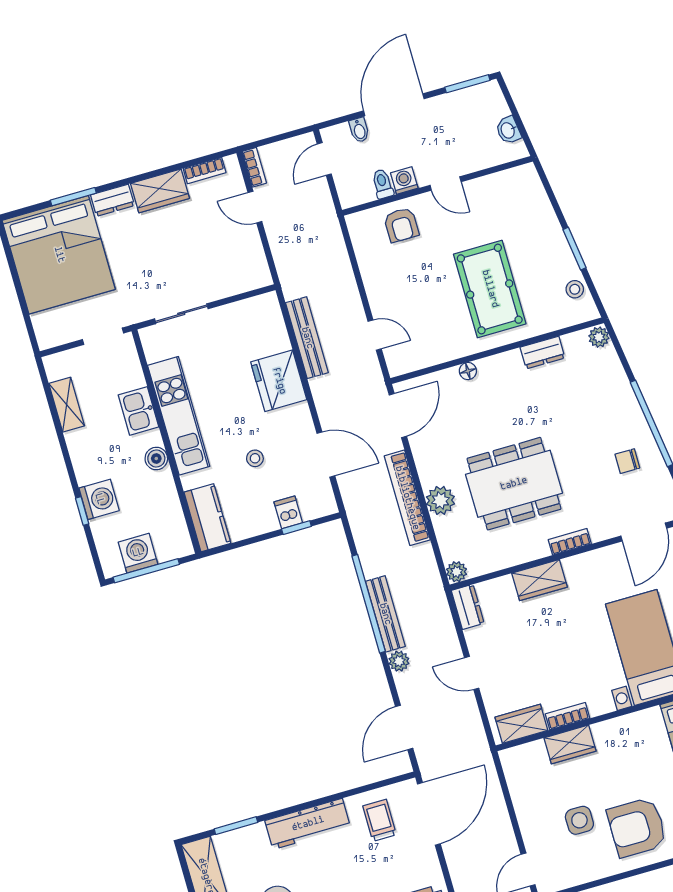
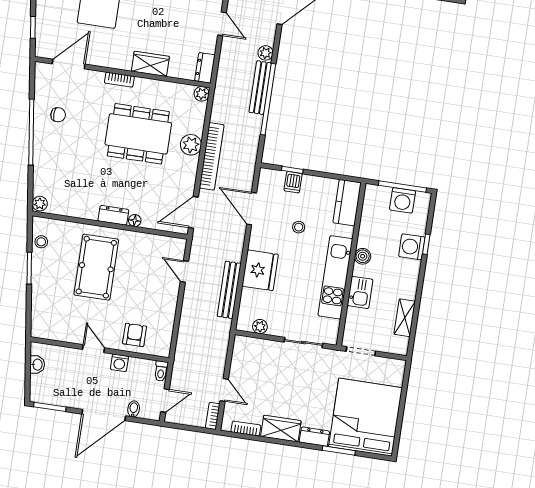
toilet: (383, 184) -> (161, 371), moved
plant: (246, 309) -> (260, 327), added
dresser: (542, 353) -> (113, 215), moved

